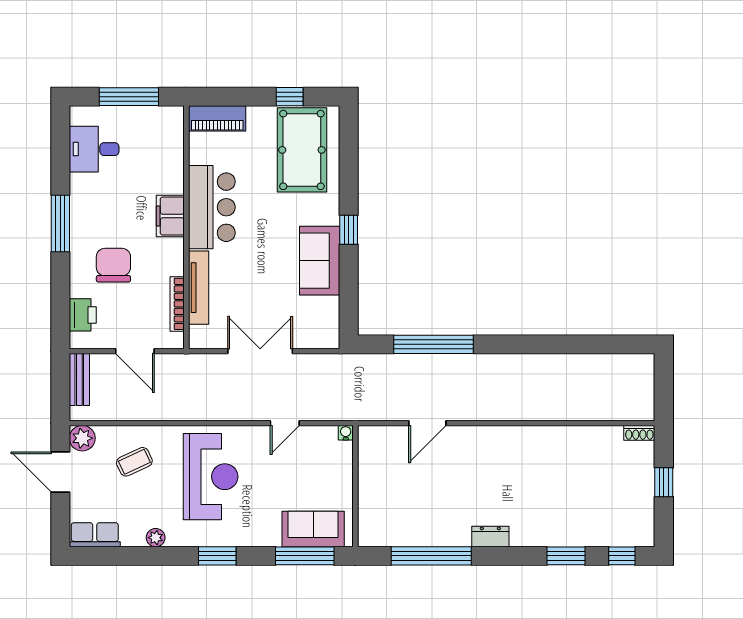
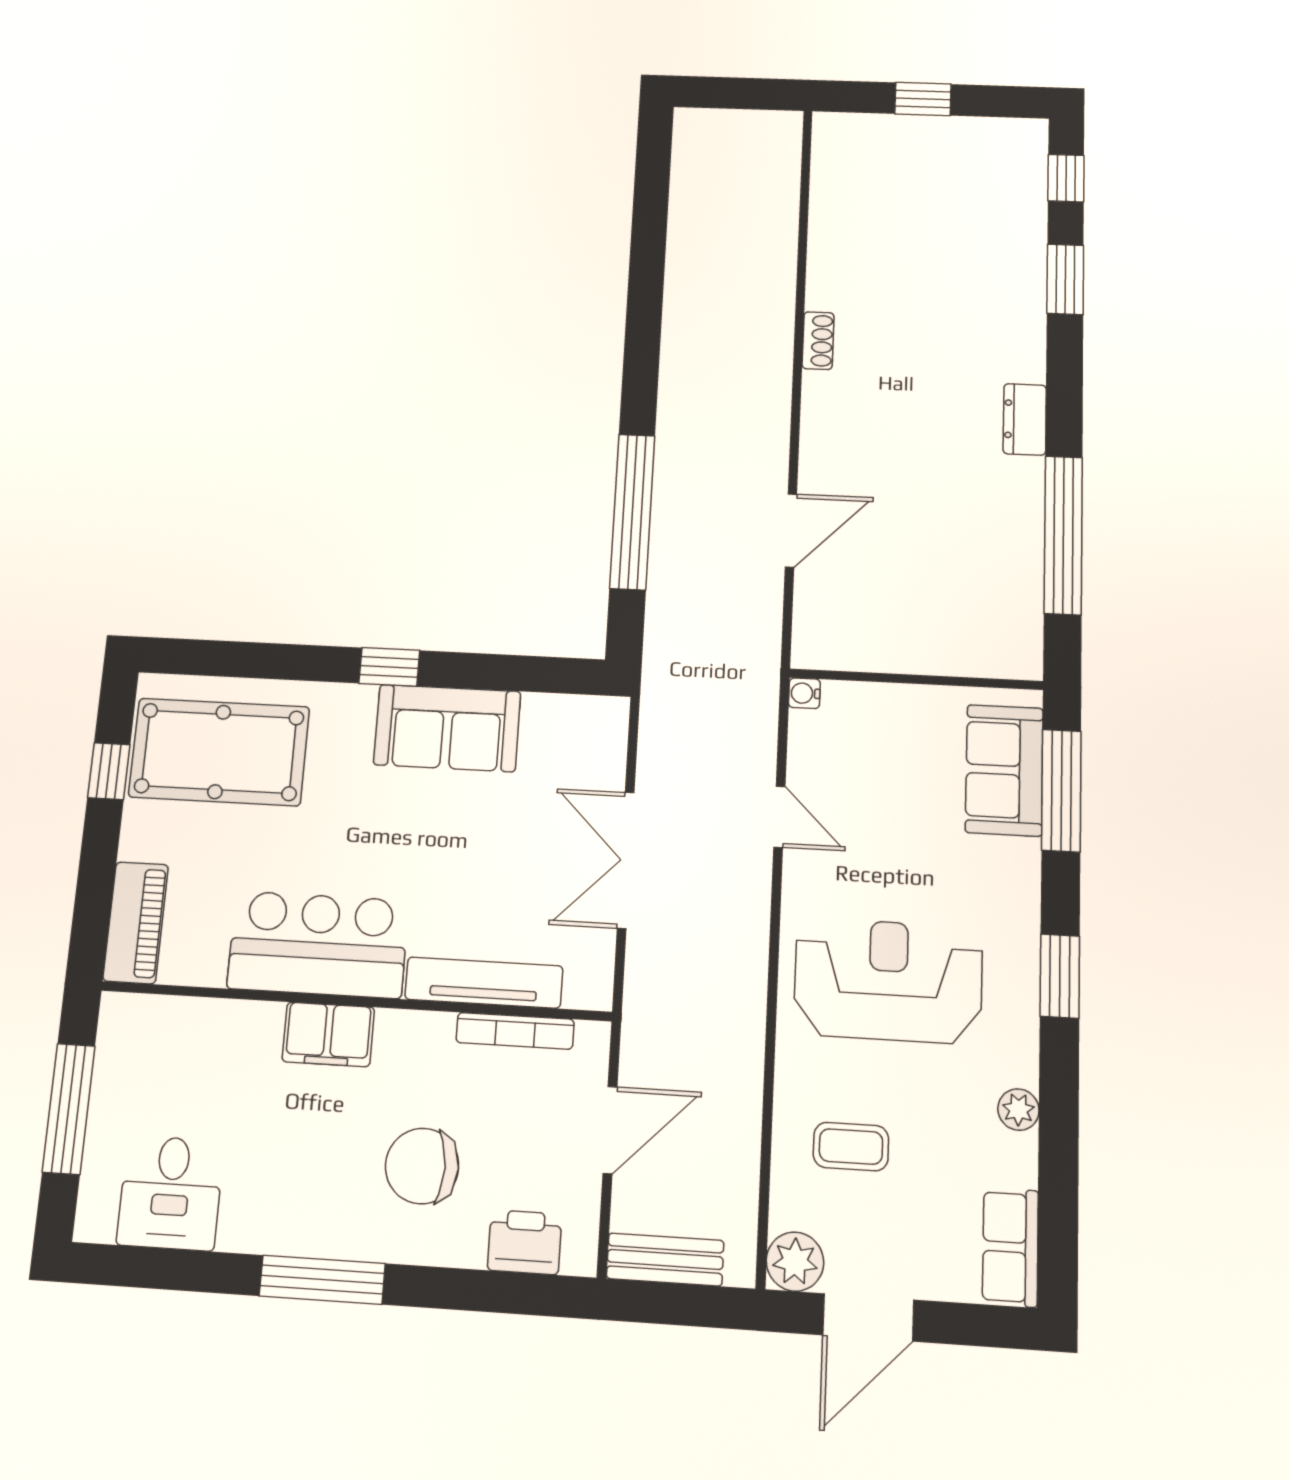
door: (427, 423) -> (791, 530), hinge flipped
shoe rack: (639, 433) -> (818, 341), moved
coffee table: (134, 462) -> (851, 1147), turned -65

